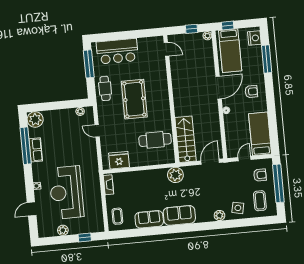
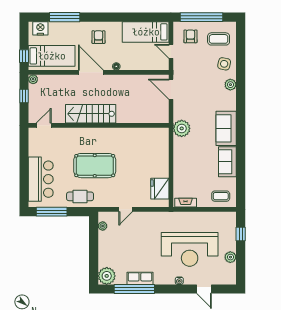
stairs: (186, 139) -> (91, 114), moved
cafe table: (155, 140) -> (141, 147), removed

